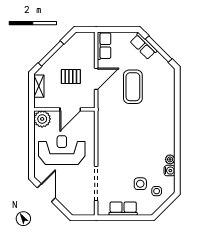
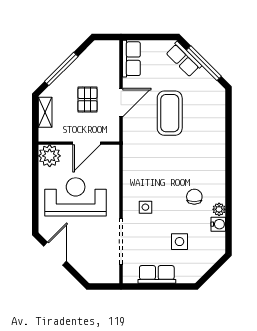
pallet: (71, 77) -> (87, 100), turned 90
chair: (151, 150) -> (194, 197), added
side table: (157, 191) -> (145, 207), moved

